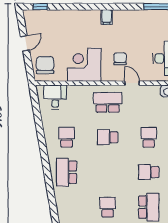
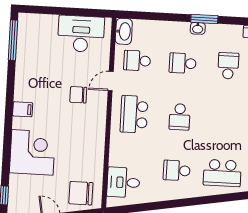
corner desk: (84, 65) -> (32, 152), moved, turned 180
school desk: (149, 102) -> (137, 61), added
school desk: (149, 172) -> (228, 66), turned 180

